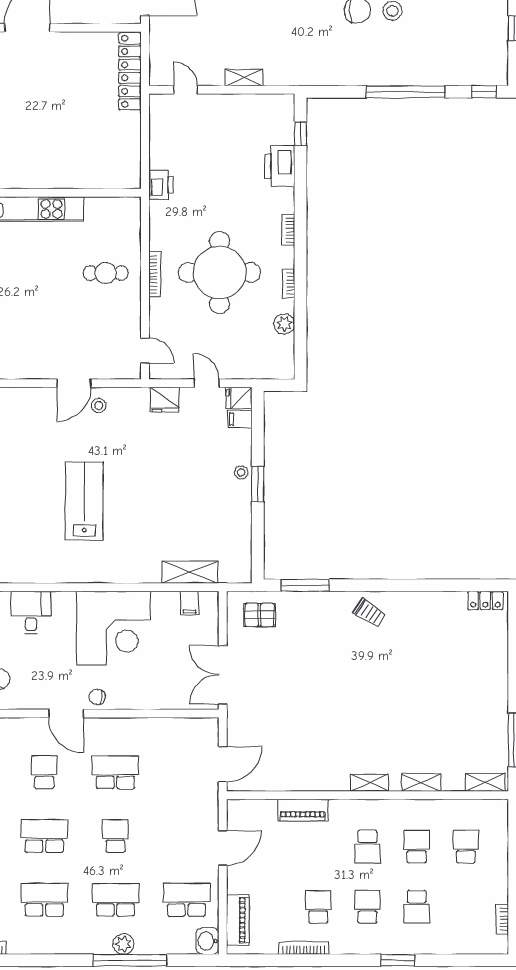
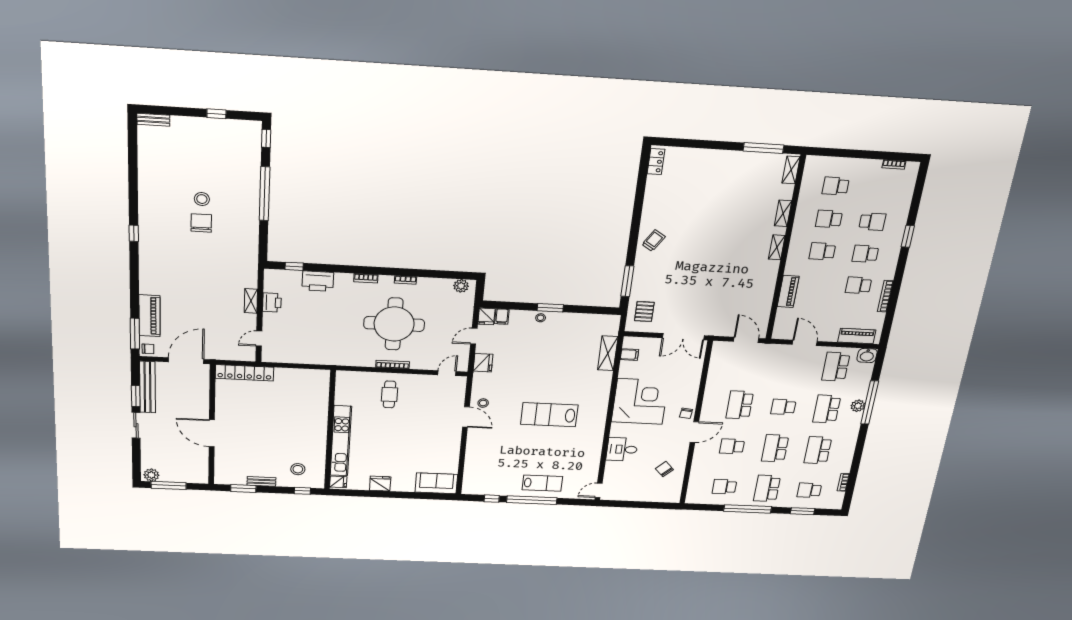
printer: (161, 185) -> (272, 303), moved, turned 90
plant: (284, 324) -> (461, 286), moved
school desk: (367, 847) -> (822, 251), turned 180

